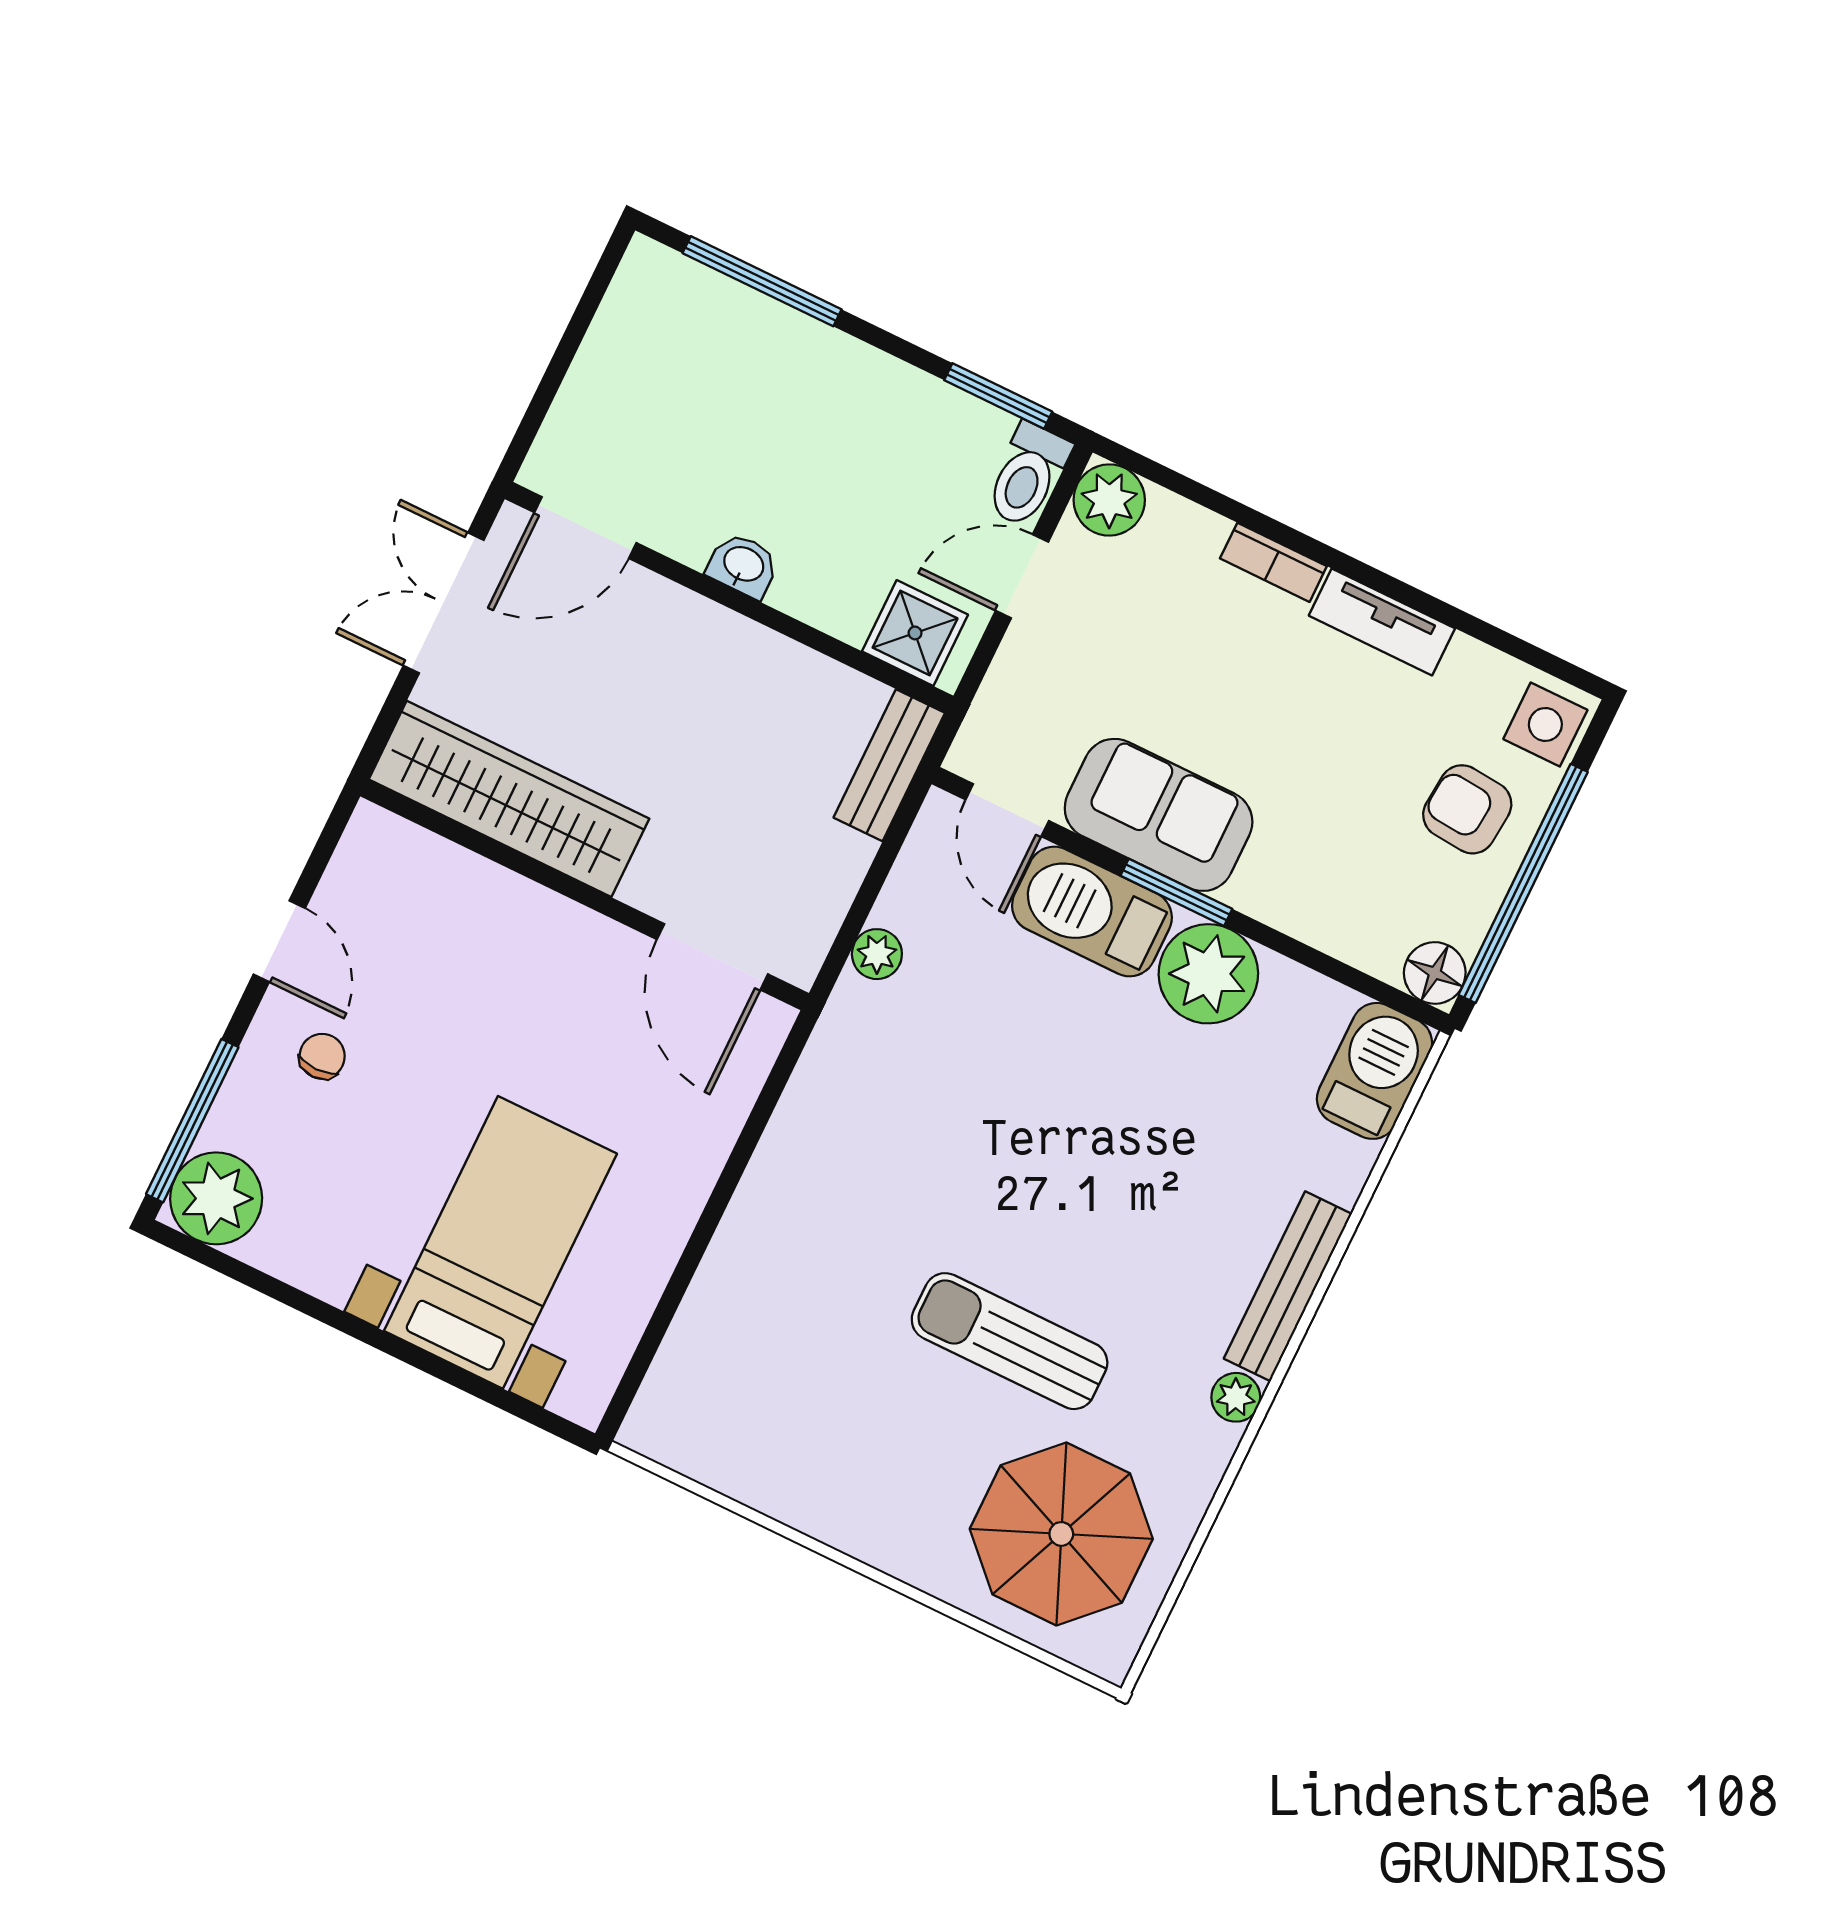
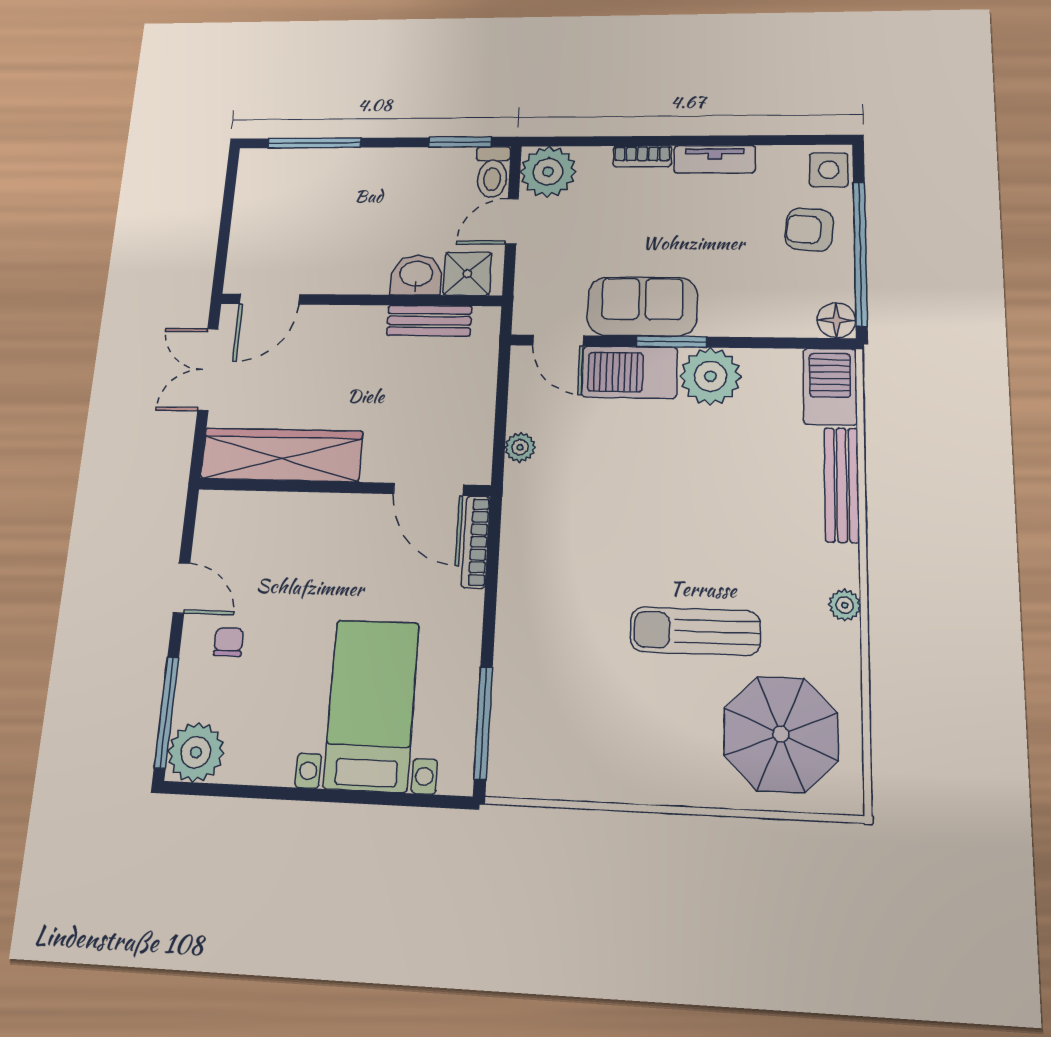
plant: (1109, 500) -> (548, 172), width x1.36, depth x1.36
washbasin: (743, 565) -> (416, 275), moved, width x1.38, depth x1.45
bench: (889, 765) -> (429, 321), moved, turned 90
bookcase: (750, 1070) -> (476, 542), added
bench: (1288, 1286) -> (842, 485), moved
window: (652, 1338) -> (483, 723), added

